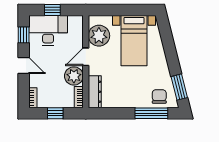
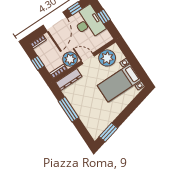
door: (24, 66) -> (55, 22), width x1.88
chair: (159, 97) -> (94, 123), removed
window: (151, 113) -> (68, 109), moved

